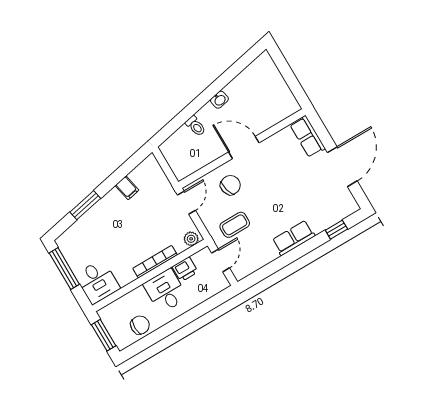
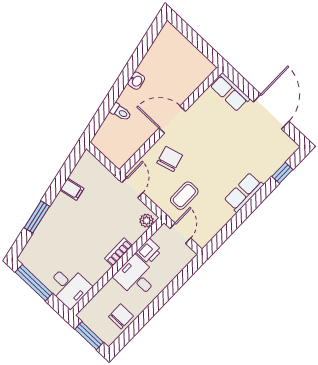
bookcase: (155, 262) -> (118, 252), width x0.64

